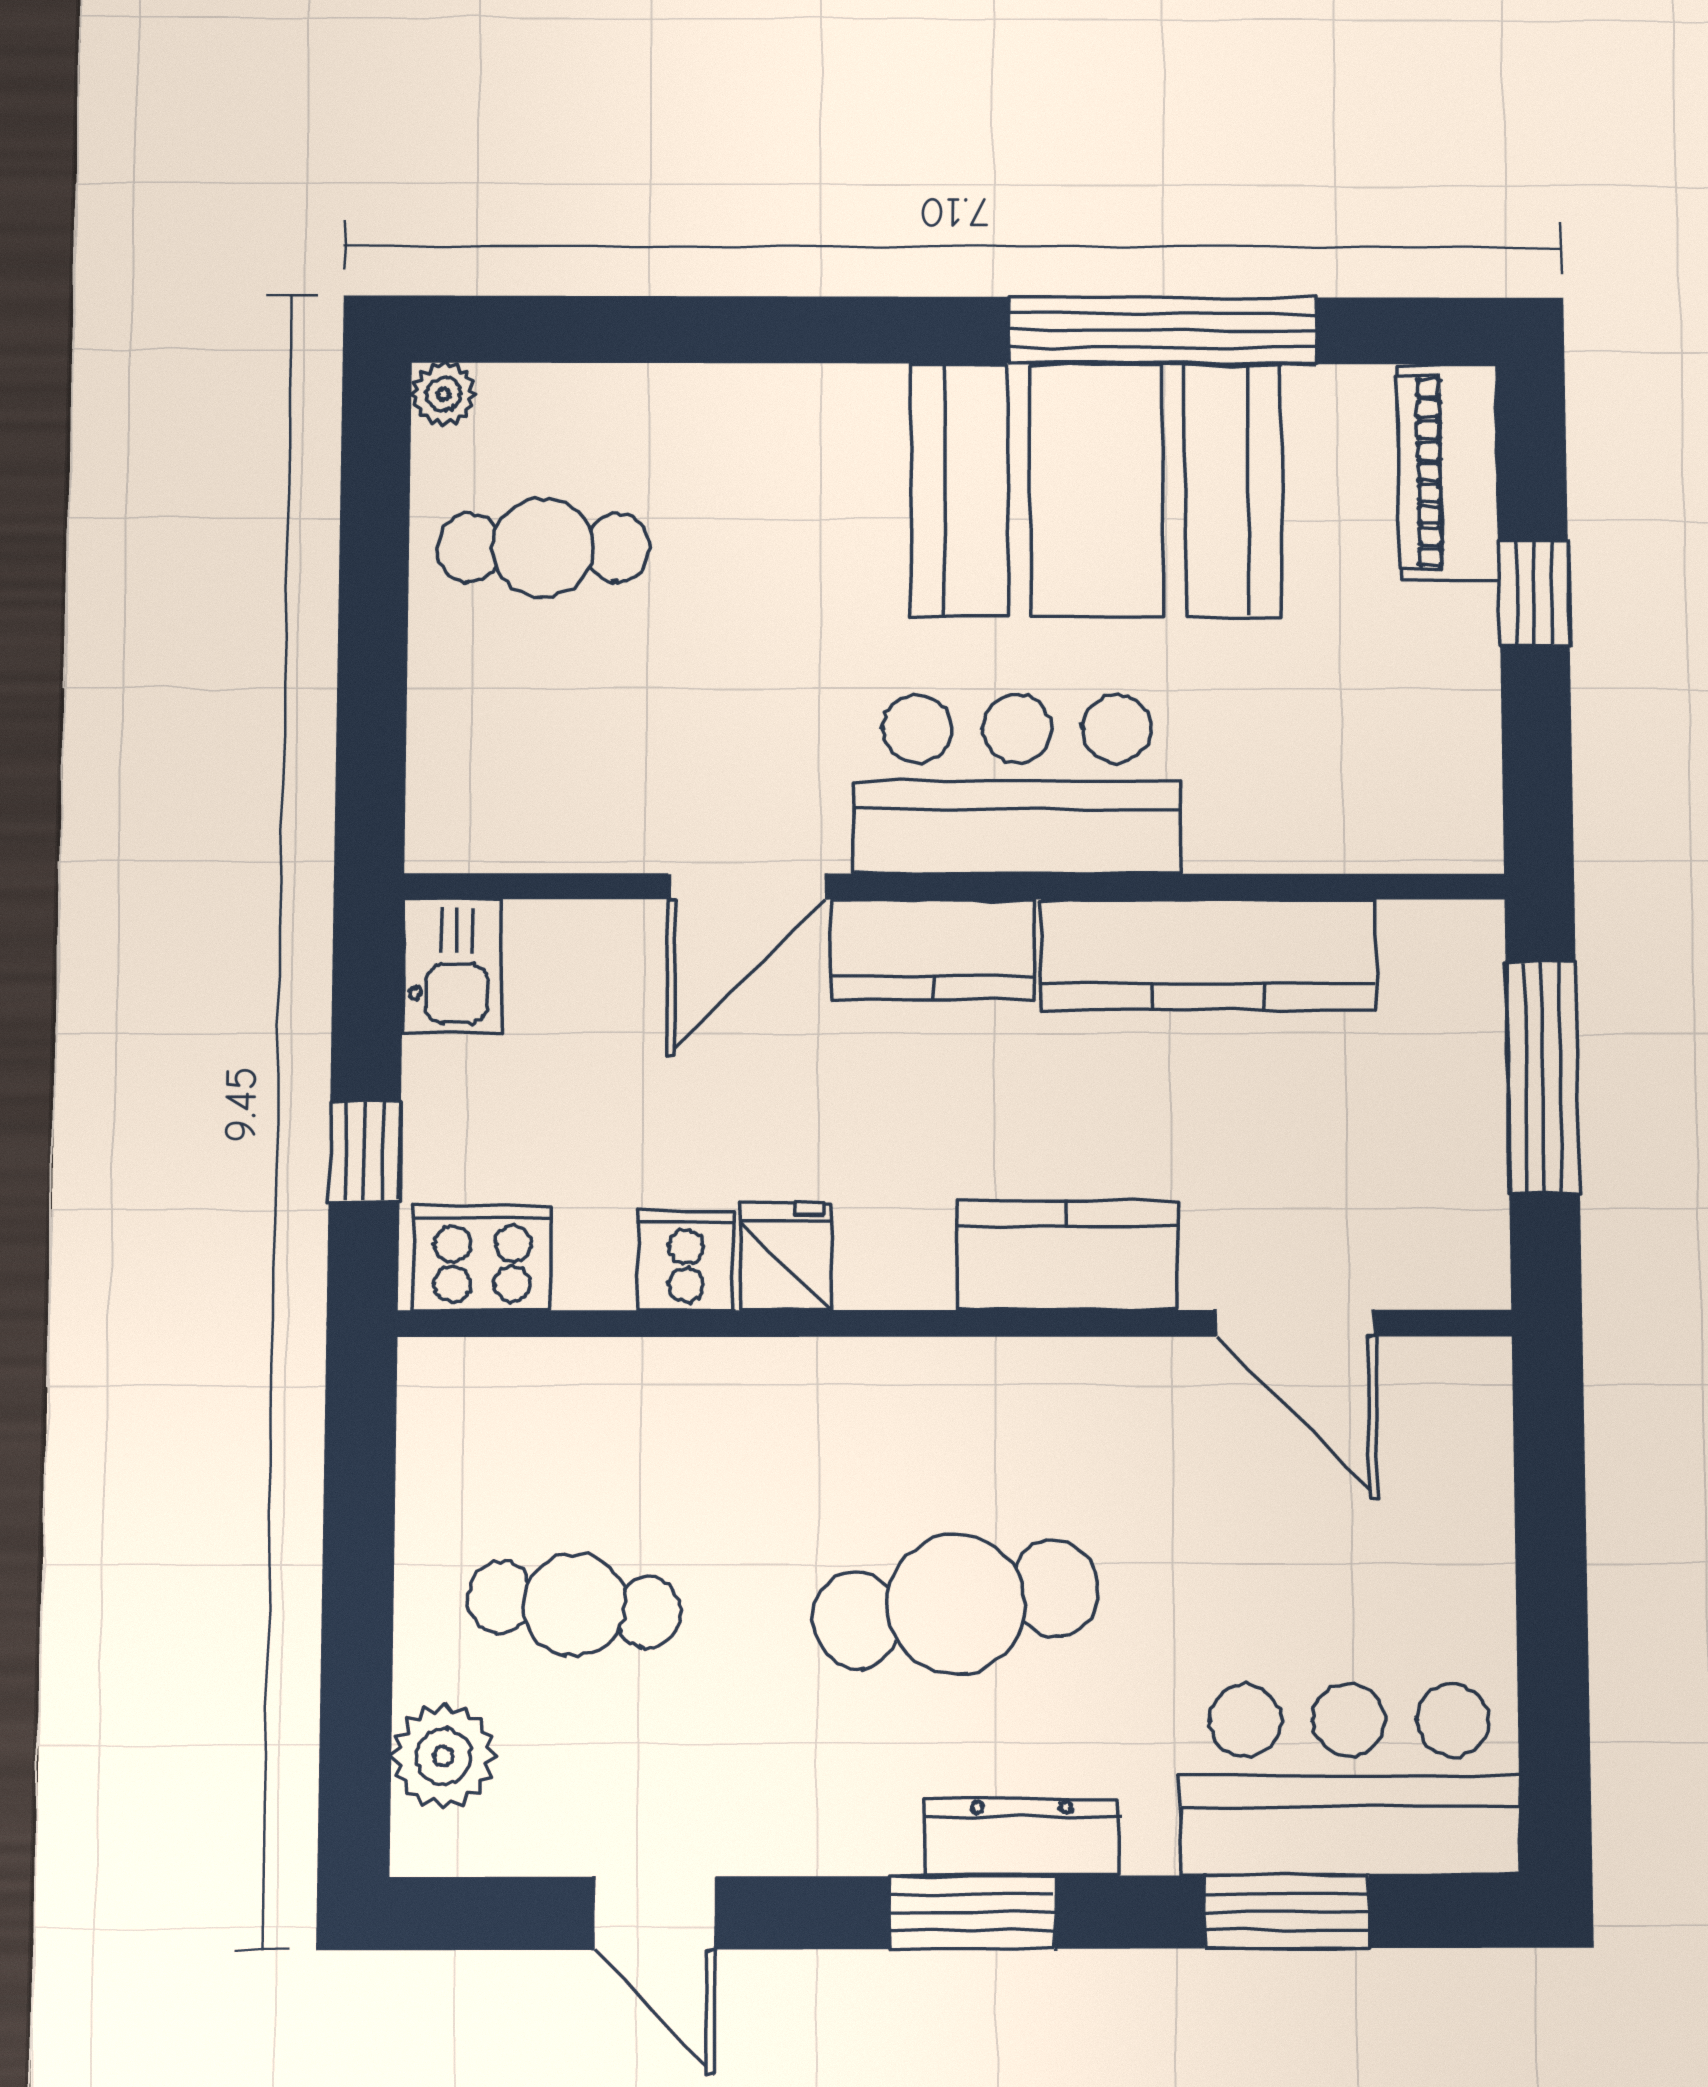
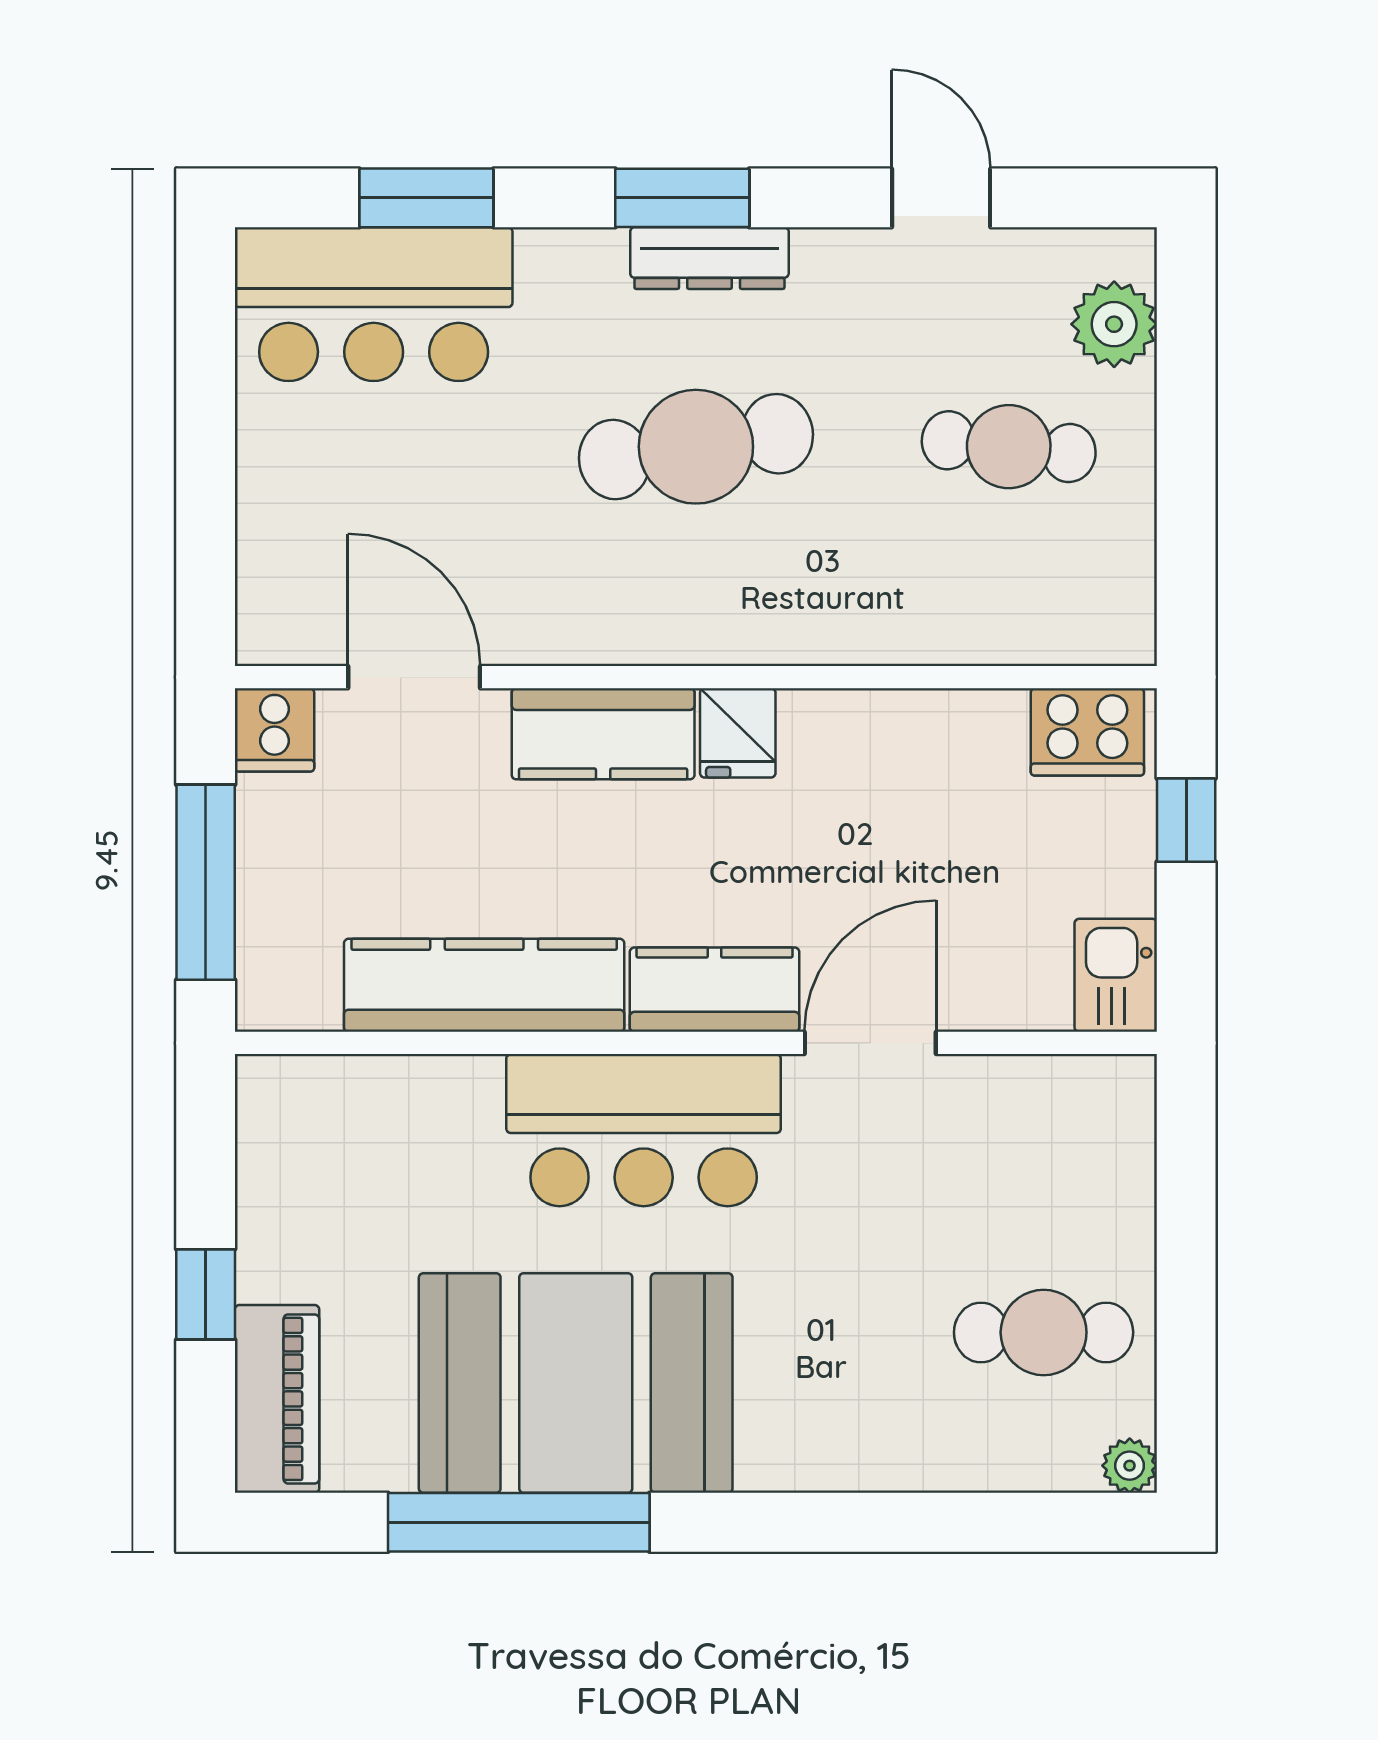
fridge: (786, 1256) -> (738, 733), moved
cooker: (686, 1260) -> (274, 730), moved
dresser: (1022, 1837) -> (709, 258), moved

